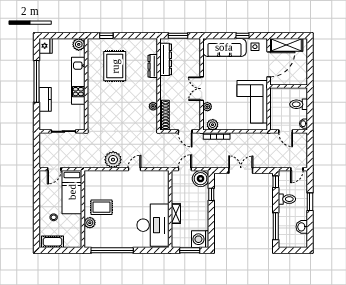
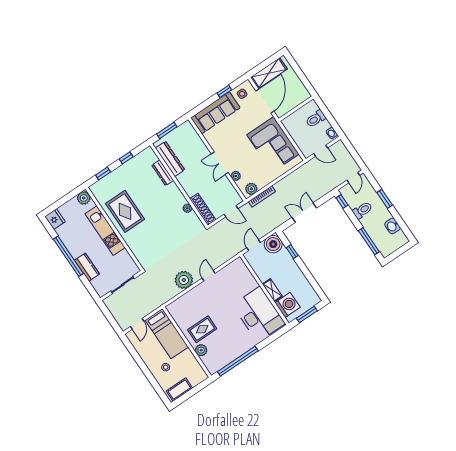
window: (132, 36) -> (126, 158), added
rug: (115, 66) -> (125, 211), moved
washing machine: (200, 239) -> (288, 305), moved, turned 180

